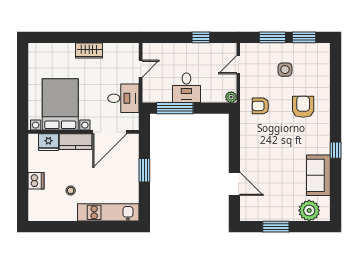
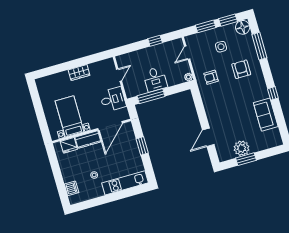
floor lamp: (321, 52) -> (243, 27), added
window: (336, 83) -> (259, 46), added
bed with nightstands: (60, 104) -> (70, 116), width x0.73
dishwasher: (36, 181) -> (72, 188), moved
door: (234, 184) -> (208, 137), swing flipped
plant: (309, 210) -> (241, 148), moved

